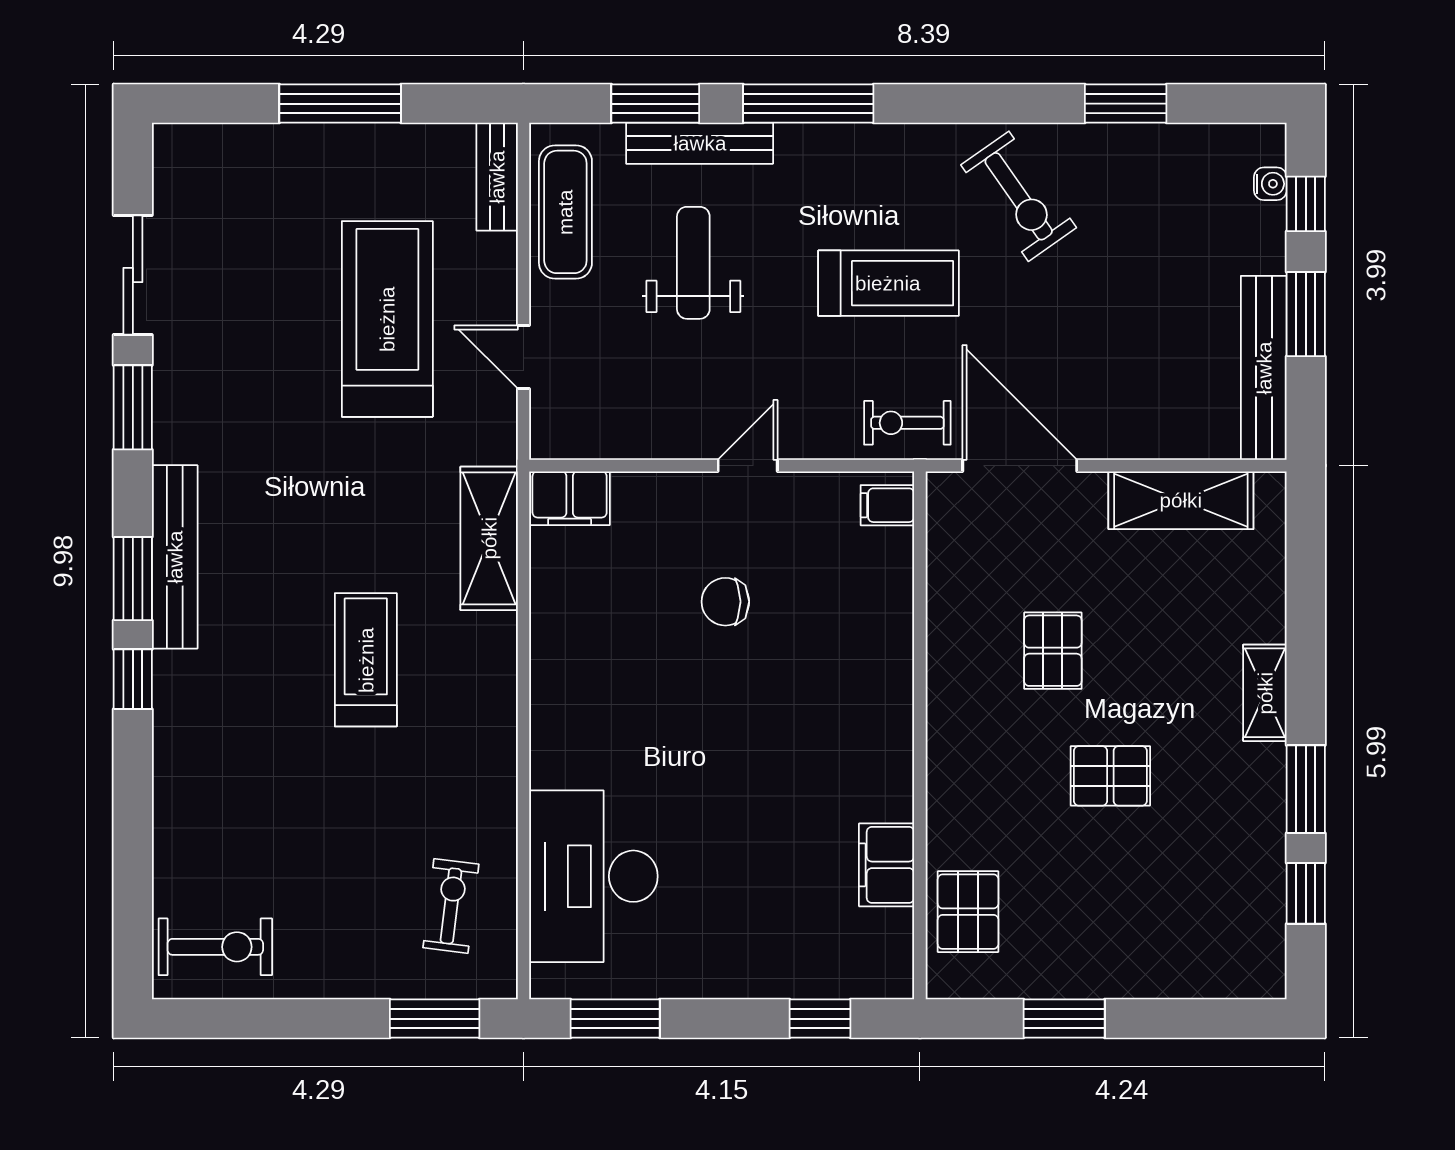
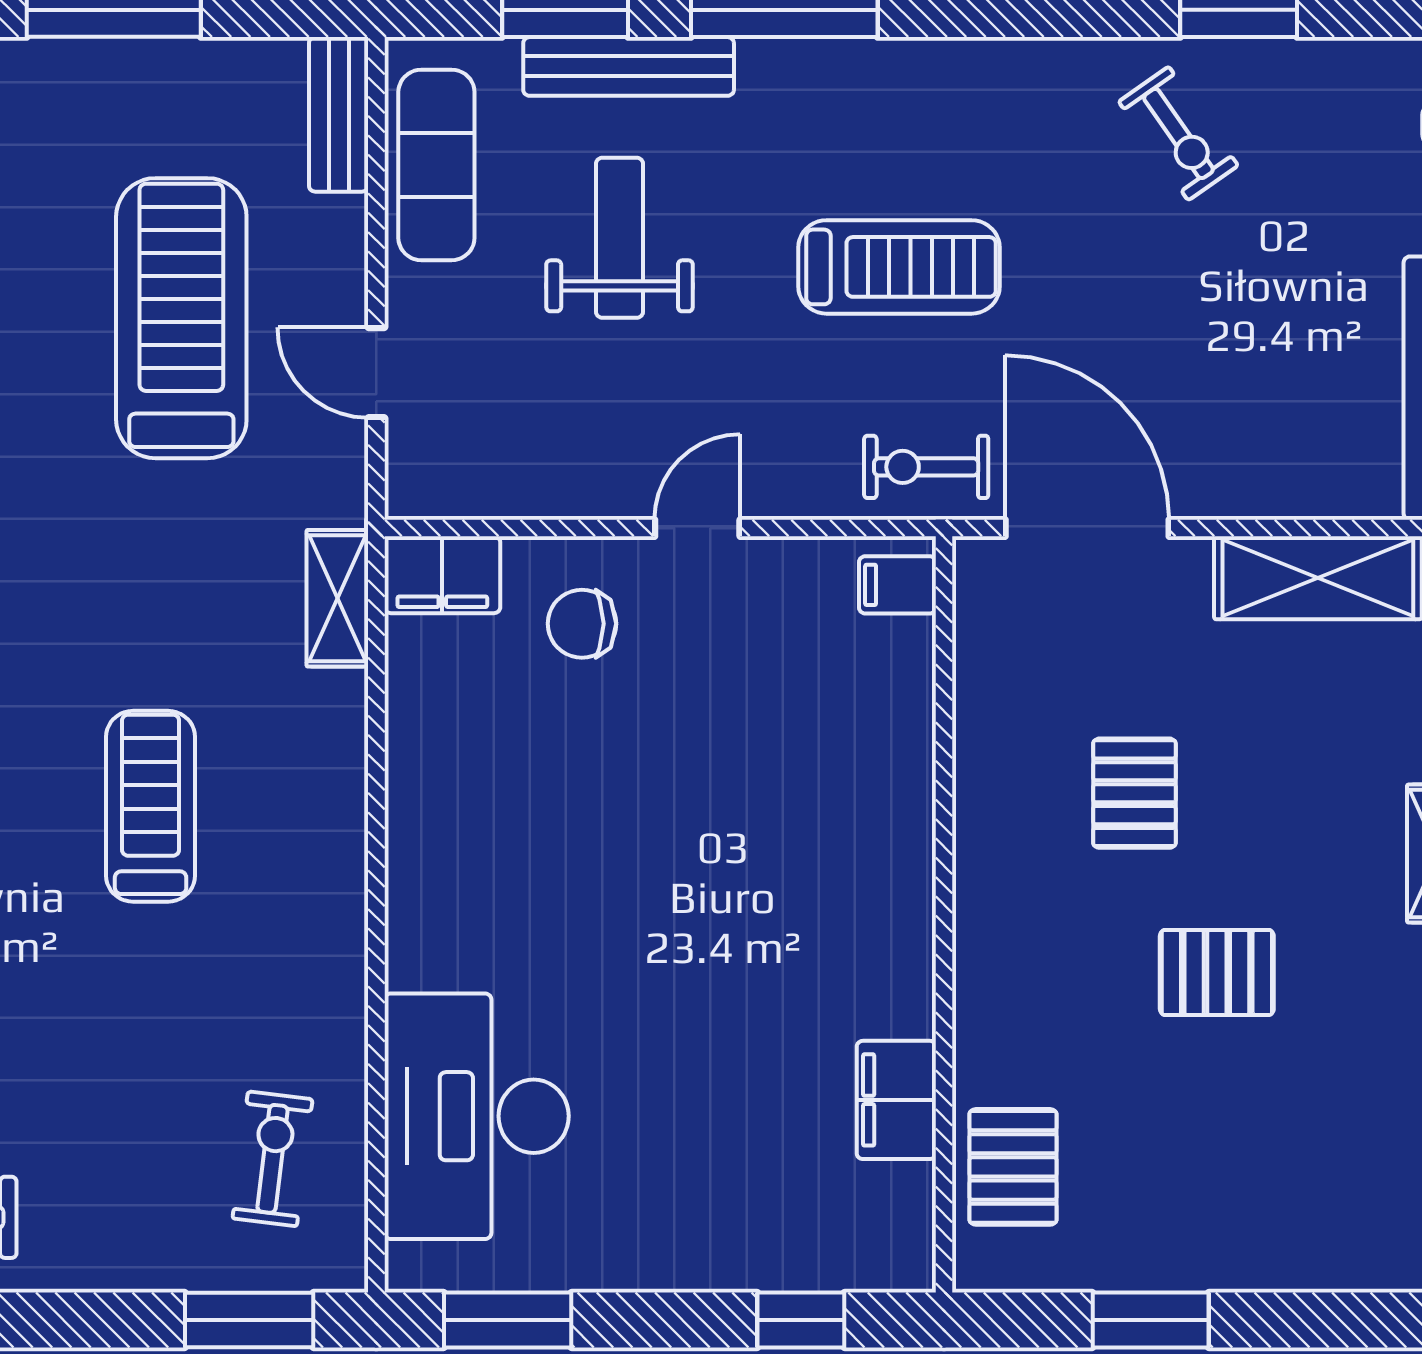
exercise bike: (1019, 196) -> (1178, 134), moved, width x0.73, depth x0.72
shelving: (489, 538) -> (337, 598), width x0.67, depth x0.75
chair: (725, 602) -> (582, 624), moved

